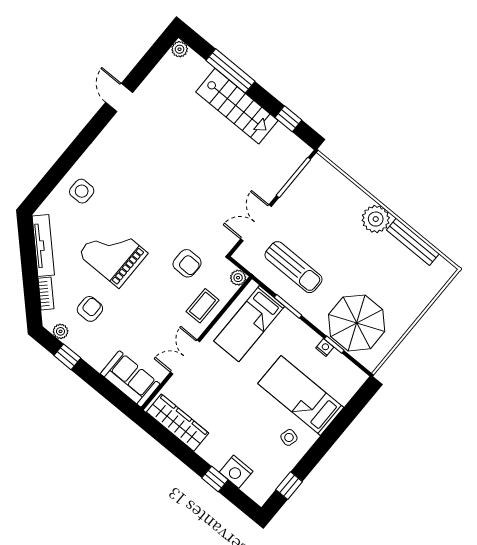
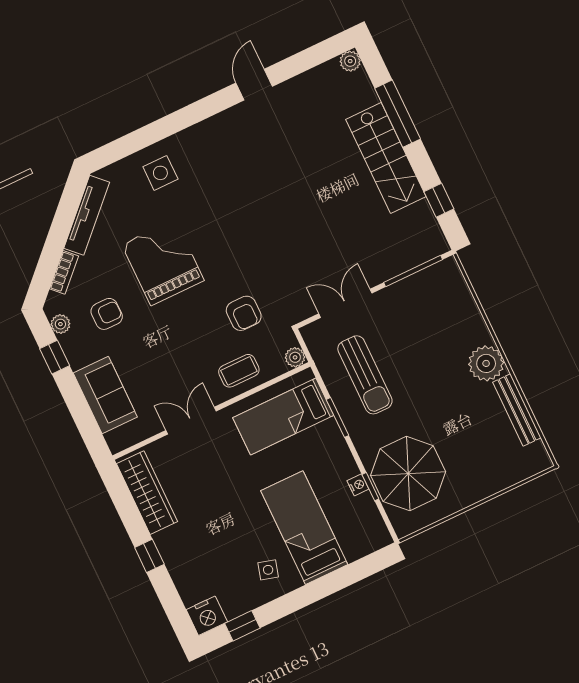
sofa: (130, 379) -> (105, 395), moved
nightstand: (236, 472) -> (207, 616), moved, turned -90
window: (215, 479) -> (149, 556), moved

